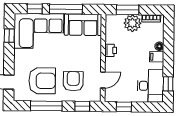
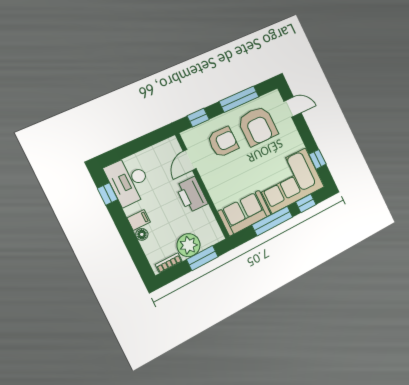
printer: (111, 50) -> (192, 195), width x1.87, depth x1.48
armchair: (42, 81) -> (258, 126), turned -90
armchair: (73, 81) -> (223, 142), turned -90
window: (124, 107) -> (149, 140), removed

